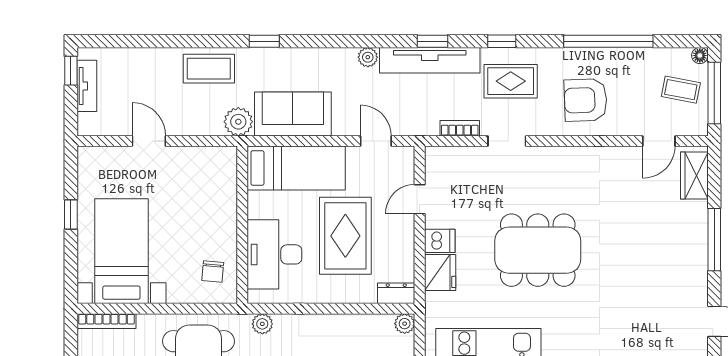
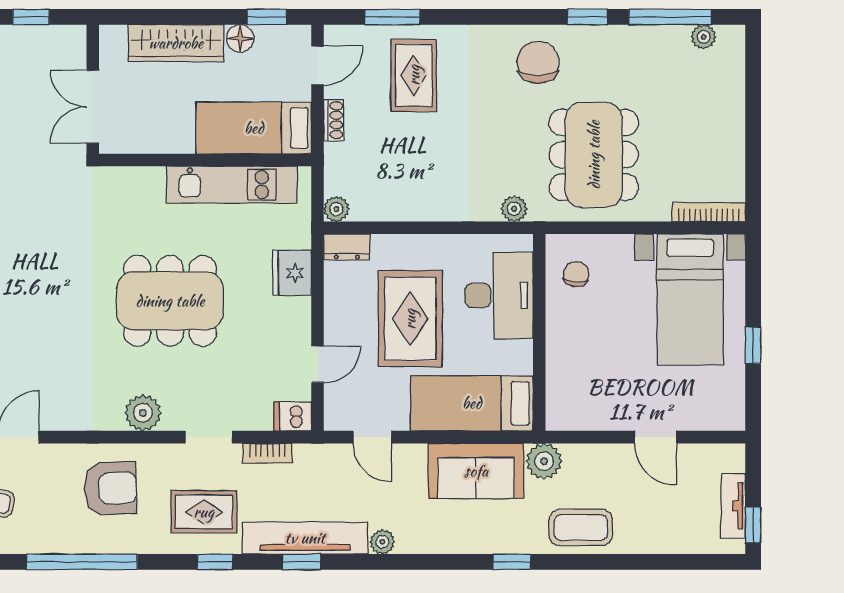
plant: (560, 160) -> (143, 413), added
dishwasher: (440, 241) -> (293, 416), moved

